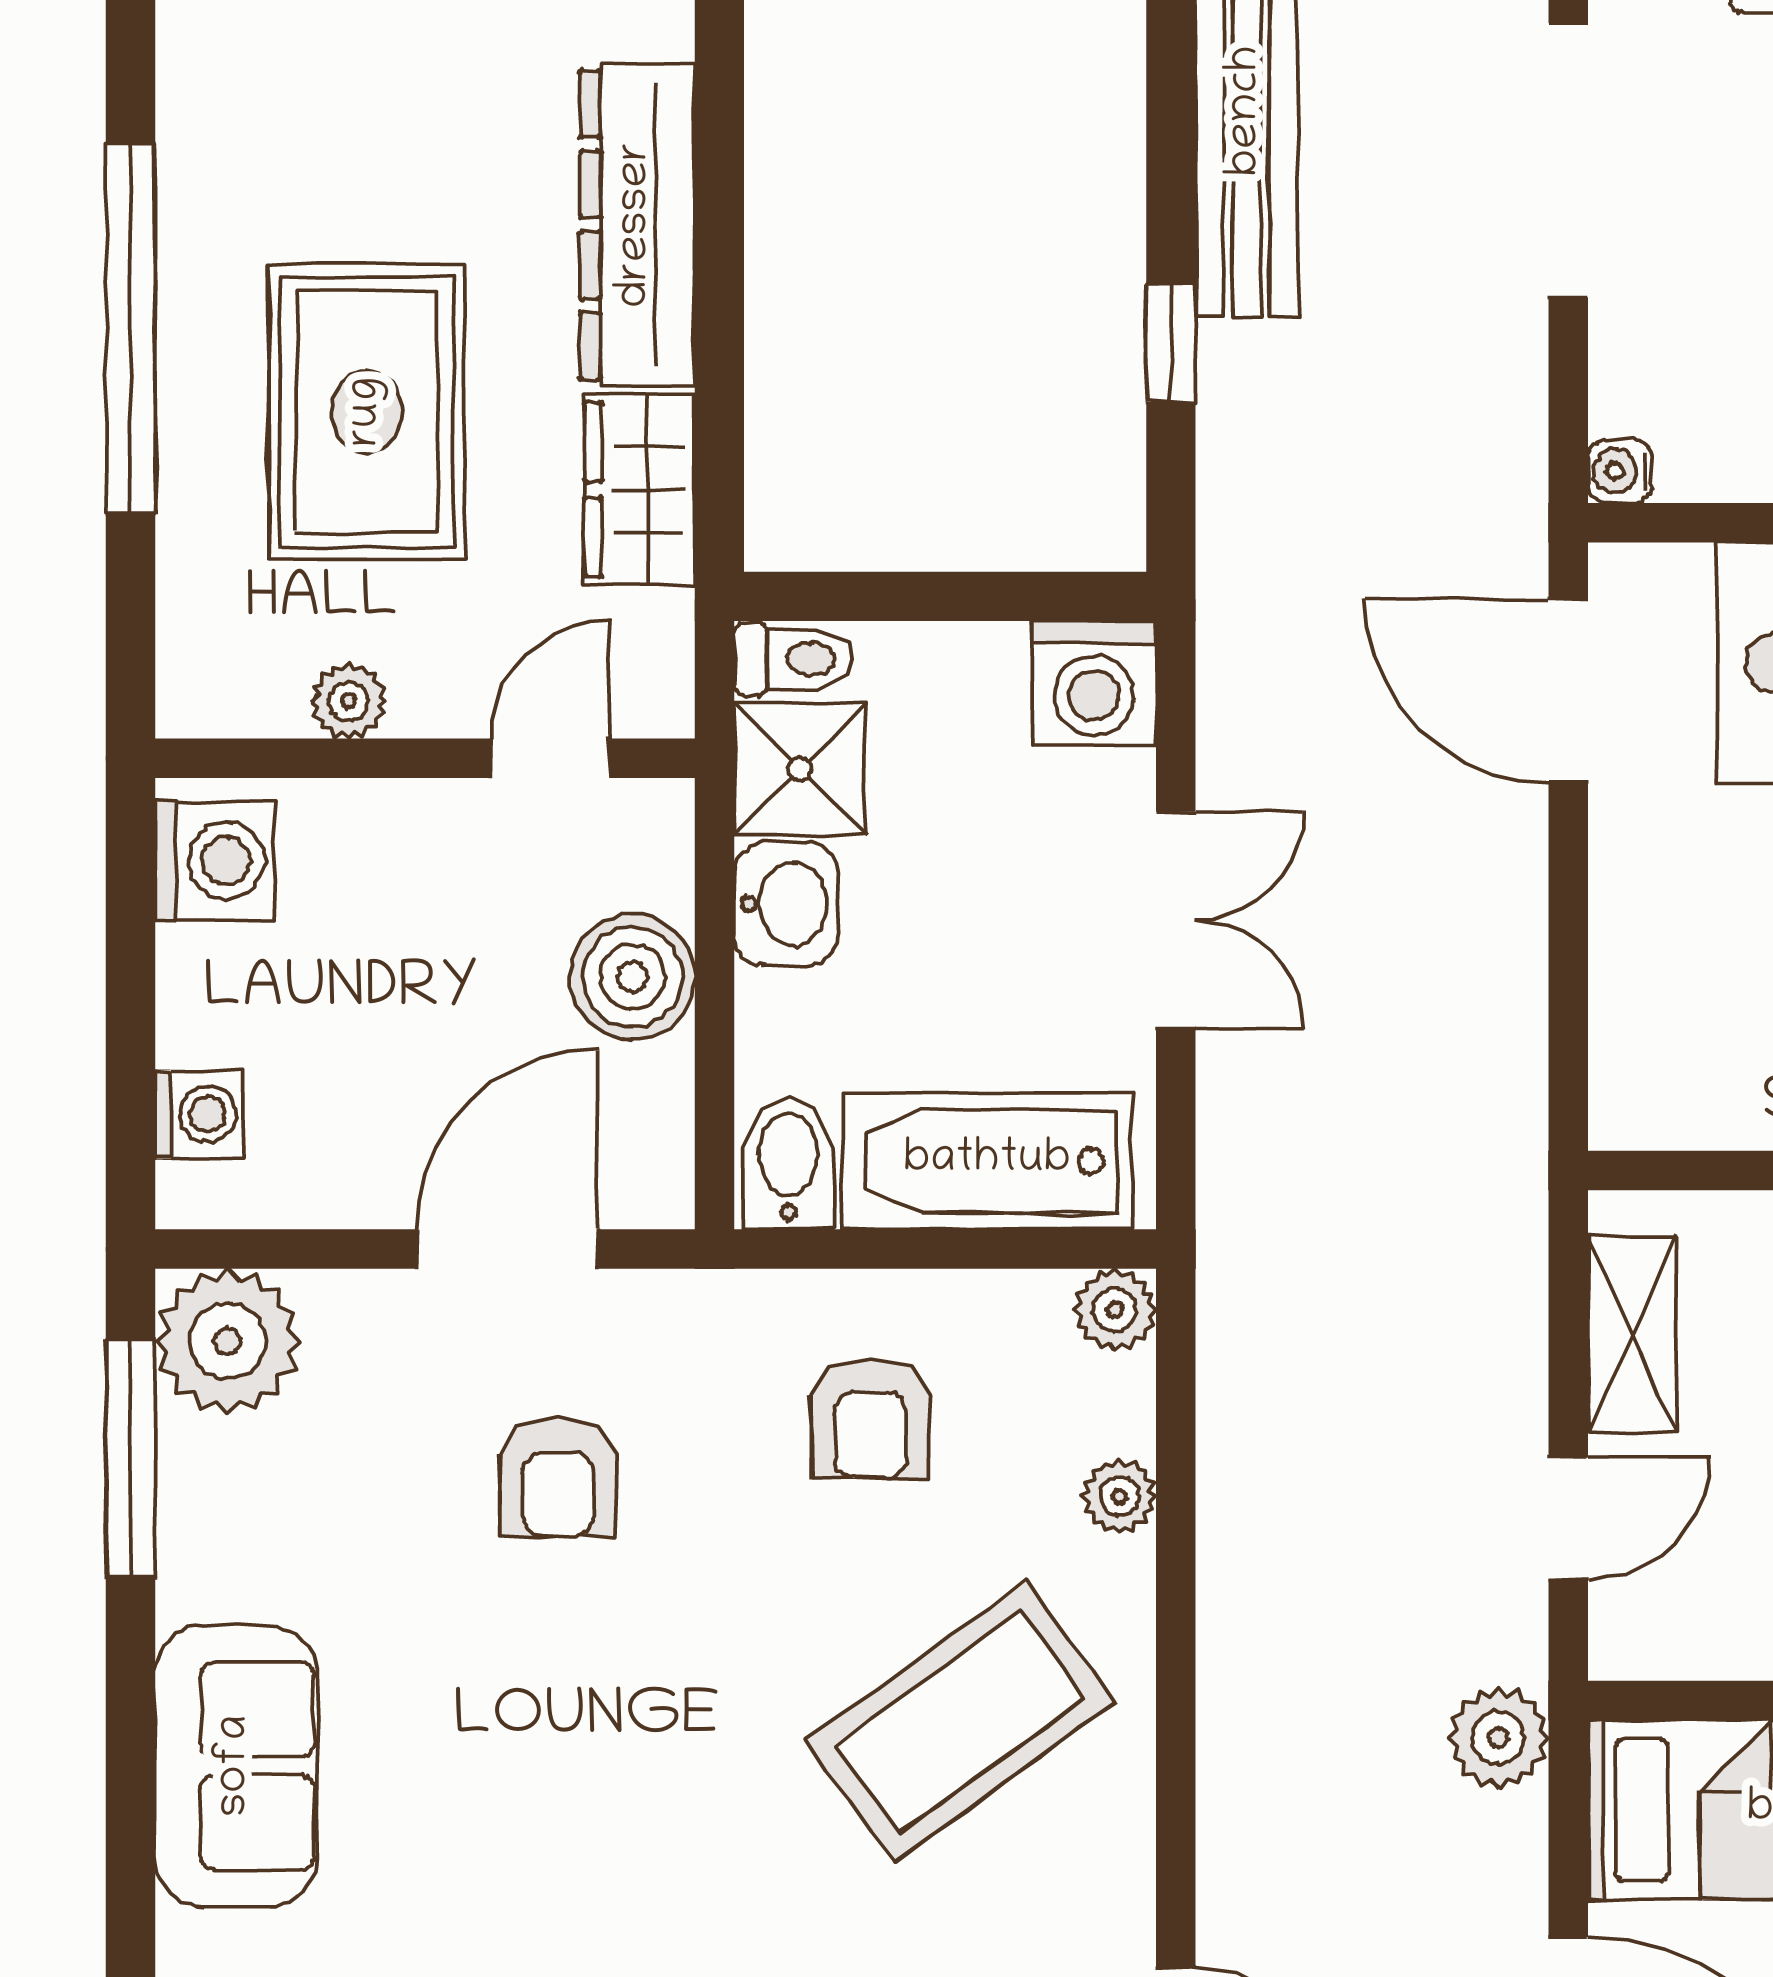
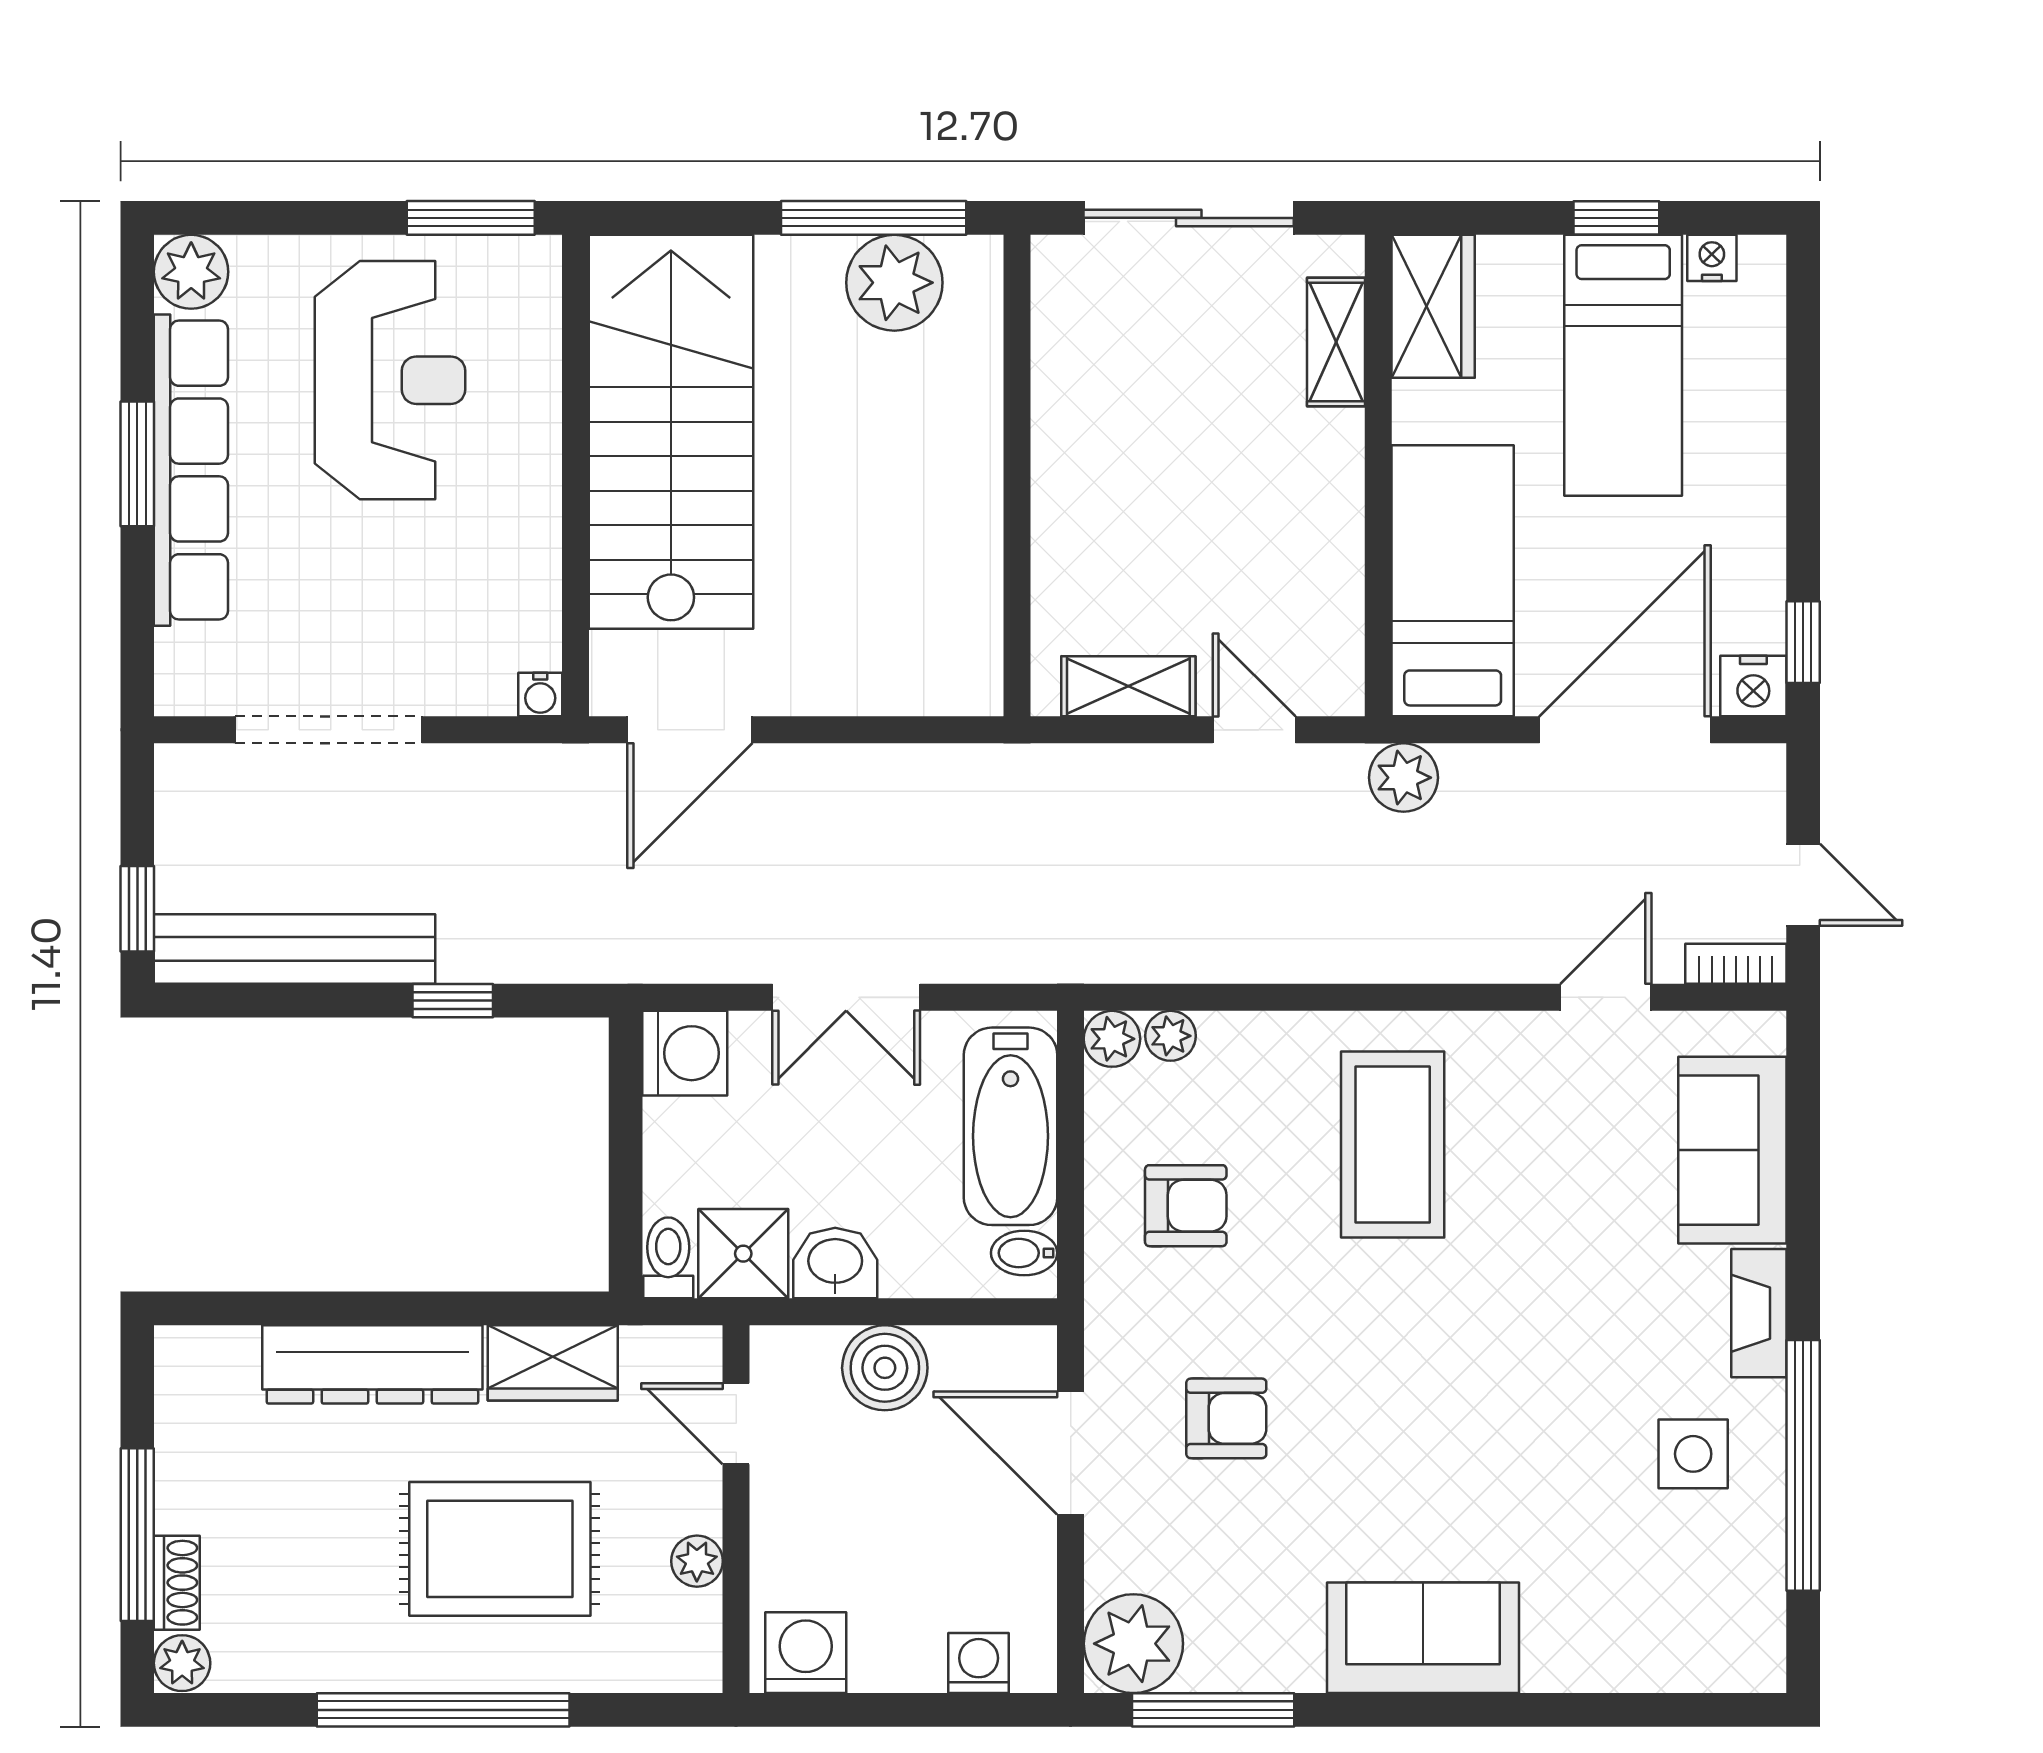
double door: (1176, 920) -> (846, 997), swing flipped
bidet: (788, 1164) -> (1024, 1253), width x0.72, depth x0.74
plant: (1119, 1497) -> (1171, 1036), moved
coffee table: (960, 1722) -> (1393, 1144), turned 36

